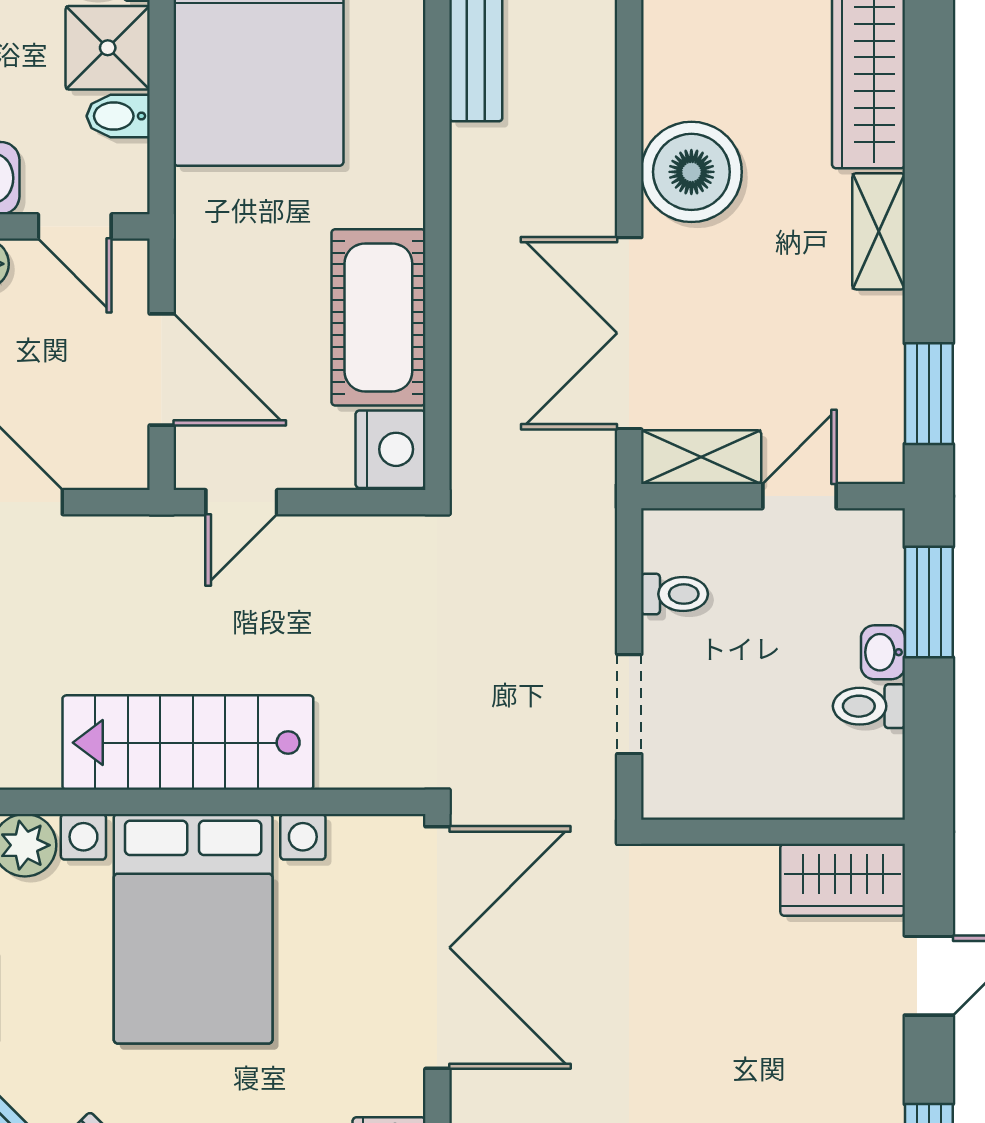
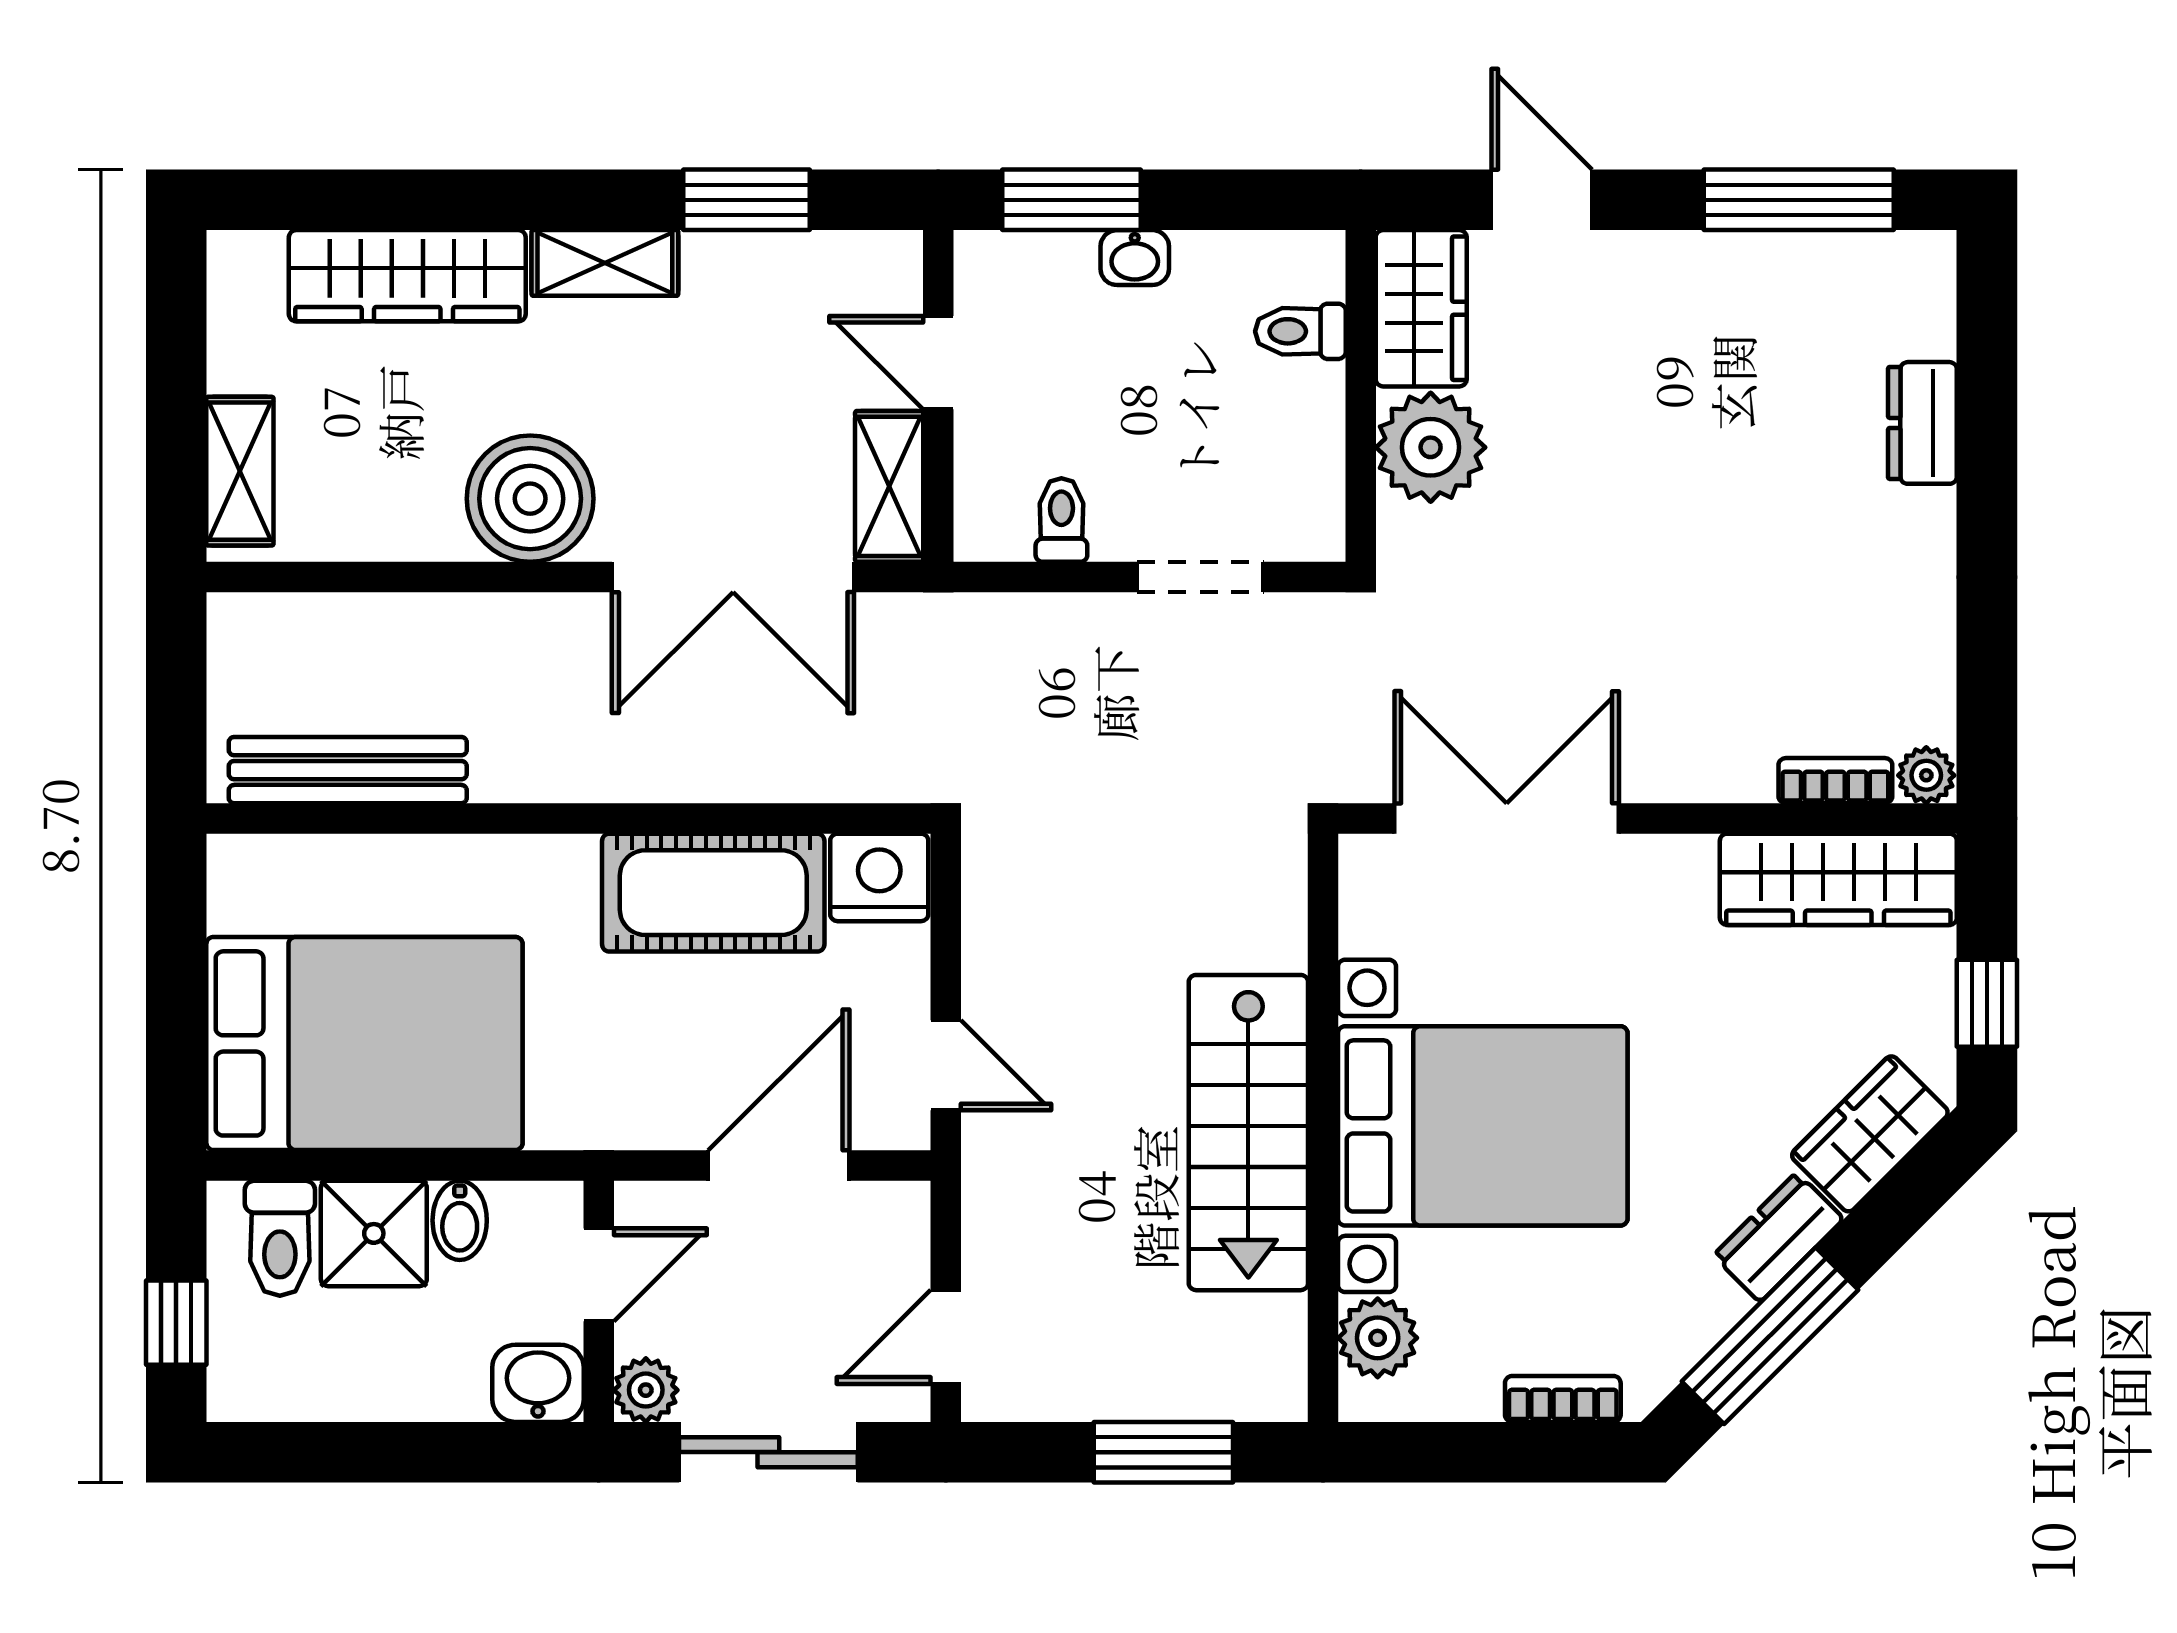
window: (929, 394) -> (747, 200), moved
toilet: (869, 706) -> (1300, 331), moved, turned 90
plant: (732, 887) -> (1431, 447), added
double door: (437, 948) -> (1507, 818), width x0.73

